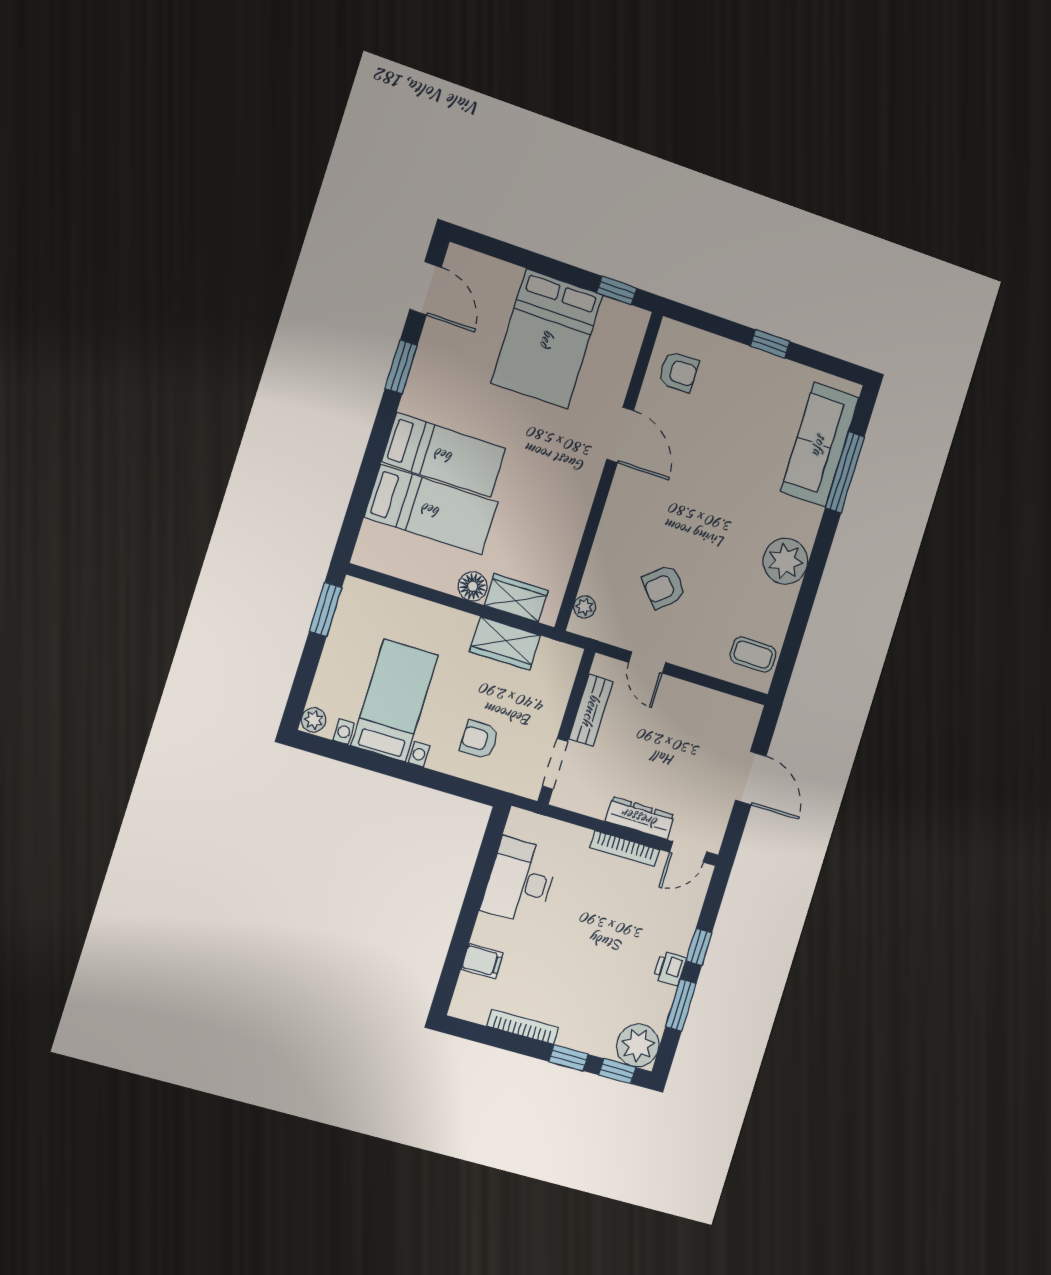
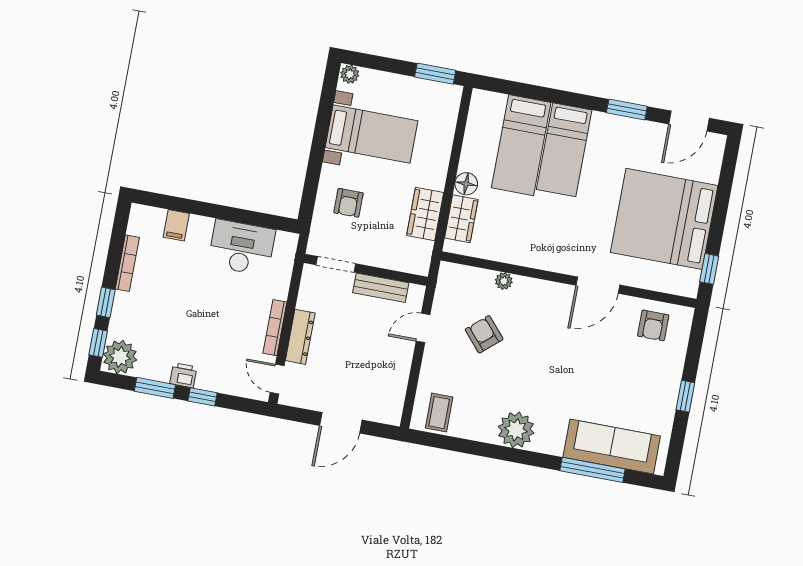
bed: (547, 339) -> (664, 219), width x1.36
plant: (584, 607) -> (504, 281), moved
armchair: (479, 739) -> (348, 203), turned 180

